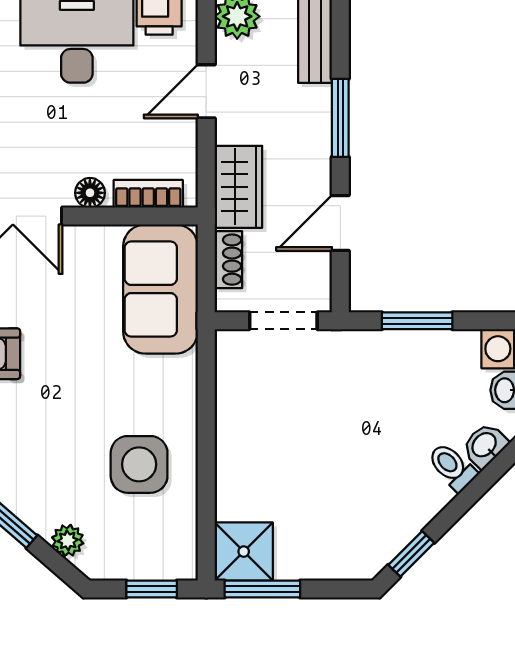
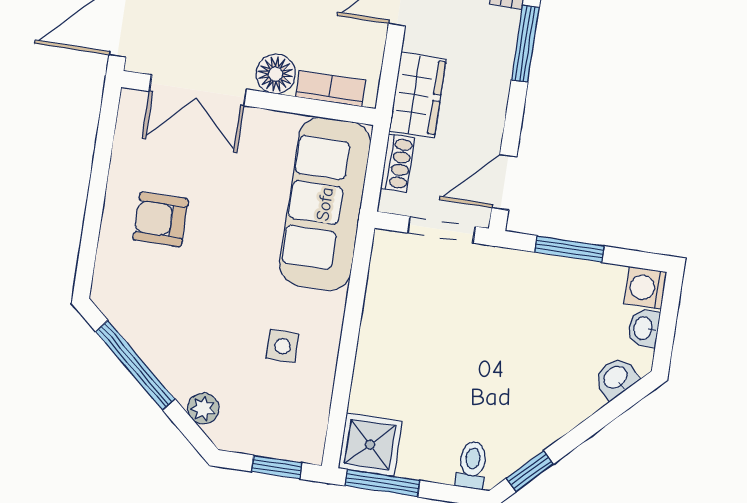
floor lamp: (90, 193) -> (276, 74), width x1.37, depth x1.37
door: (340, 223) -> (504, 182), moved
sofa: (160, 289) -> (325, 204), width x1.36
side table: (139, 464) -> (283, 346), width x0.54, depth x0.54
toilet: (452, 467) -> (472, 465), moved, turned 45

